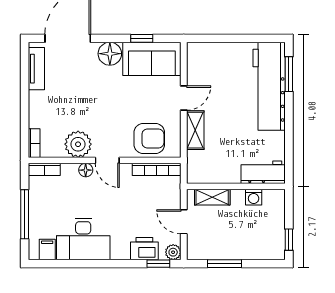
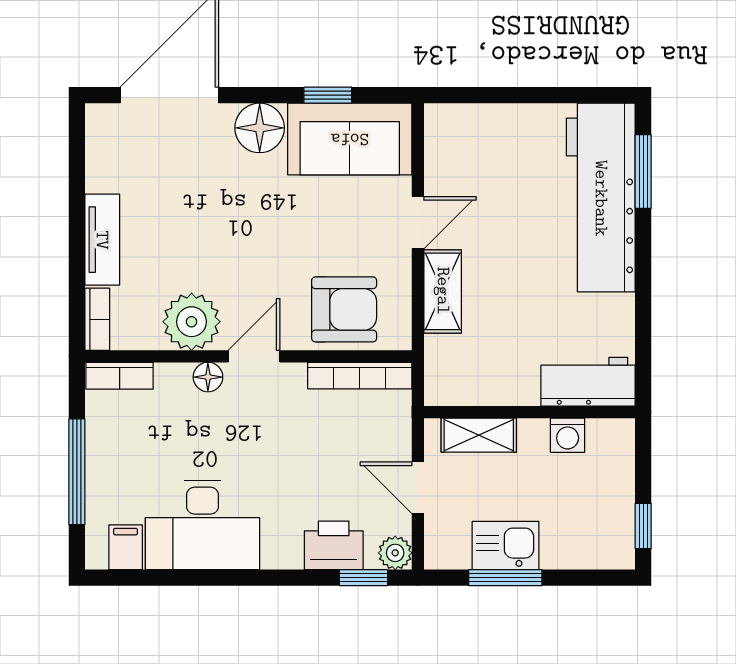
tv unit: (36, 69) -> (102, 240), moved
door: (107, 160) -> (254, 356), swing flipped
kitchen sink: (225, 249) -> (506, 545), added

